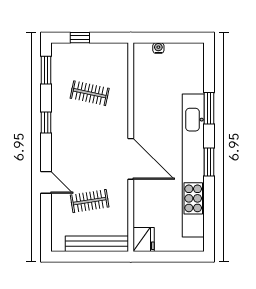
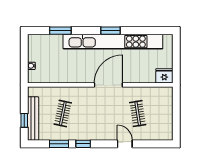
window: (46, 70) -> (59, 144), moved
window: (209, 108) -> (60, 31), moved
door: (46, 182) -> (125, 144), hinge flipped
bench: (97, 244) -> (33, 119), moved

